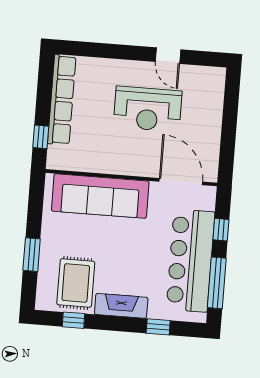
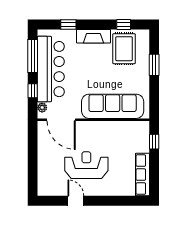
row of seats: (62, 100) -> (142, 175), width x0.73
plant: (208, 203) -> (42, 108), added

